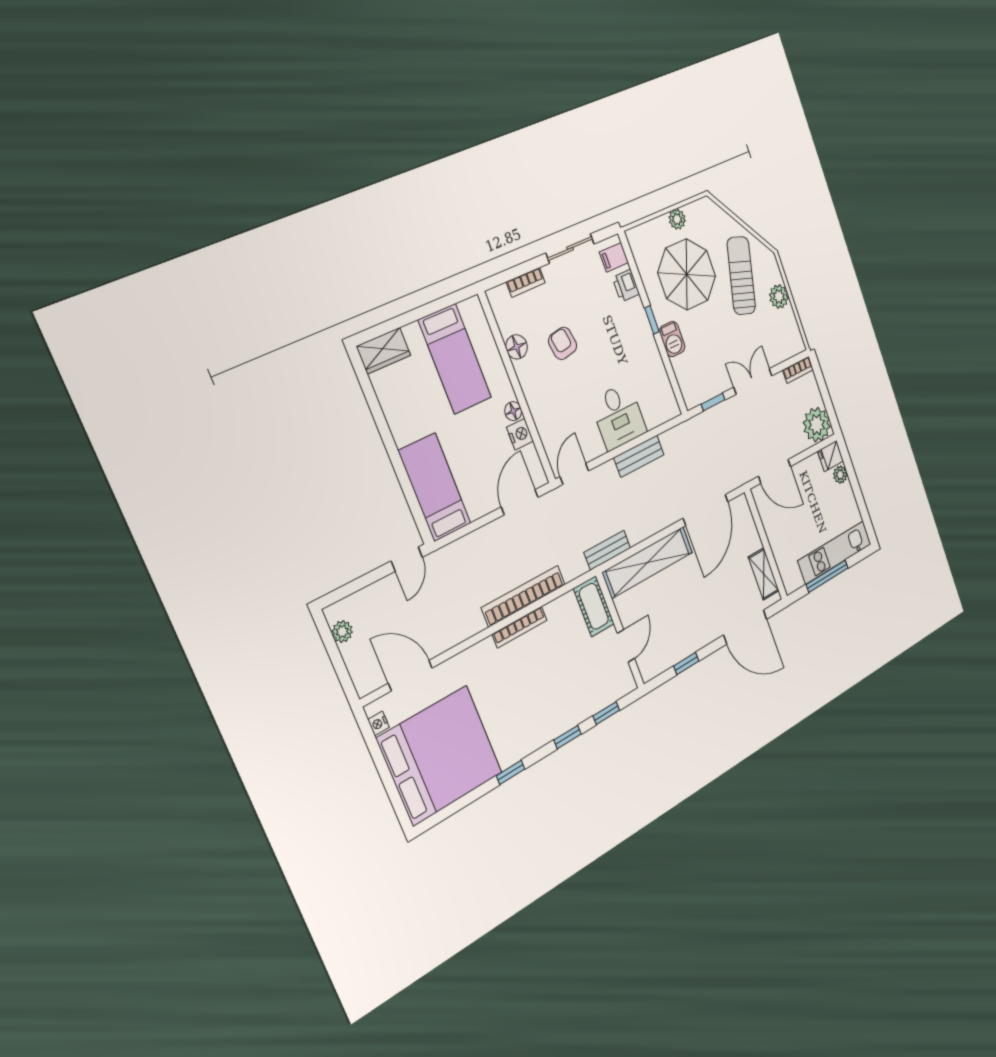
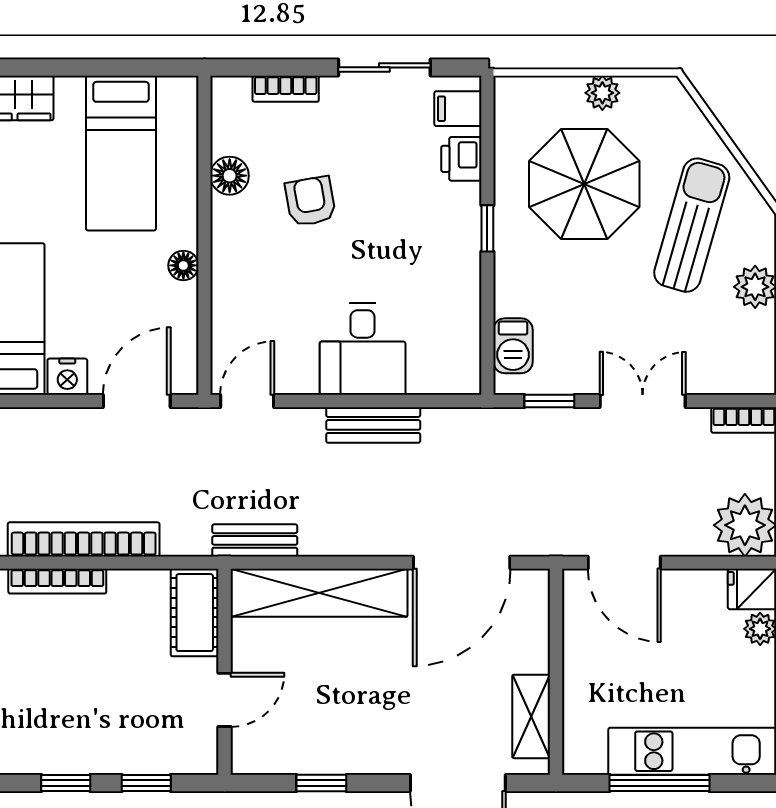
barbecue: (672, 339) -> (513, 346), moved
nightstand: (520, 434) -> (67, 377), moved, turned 90

